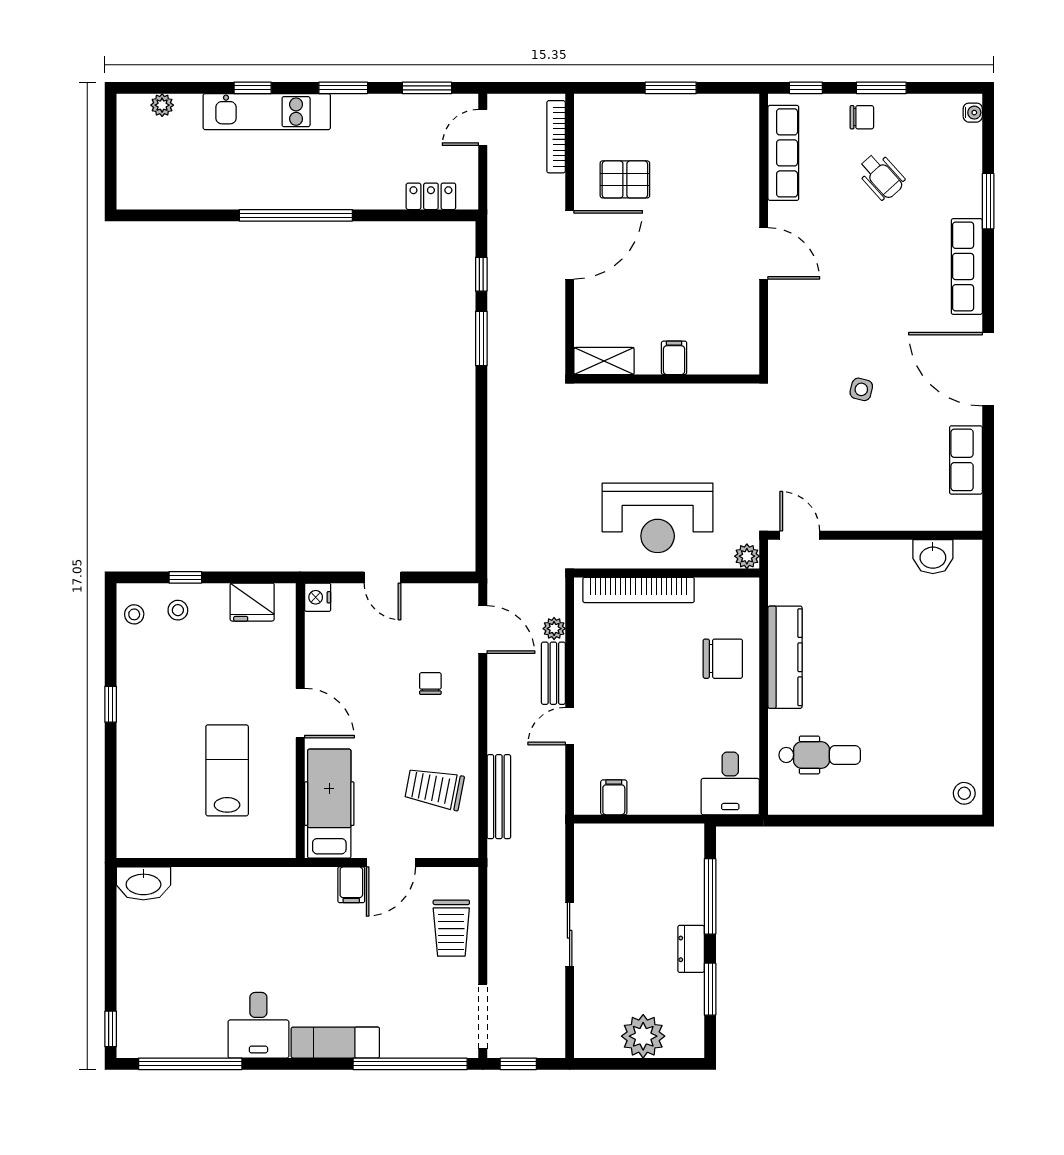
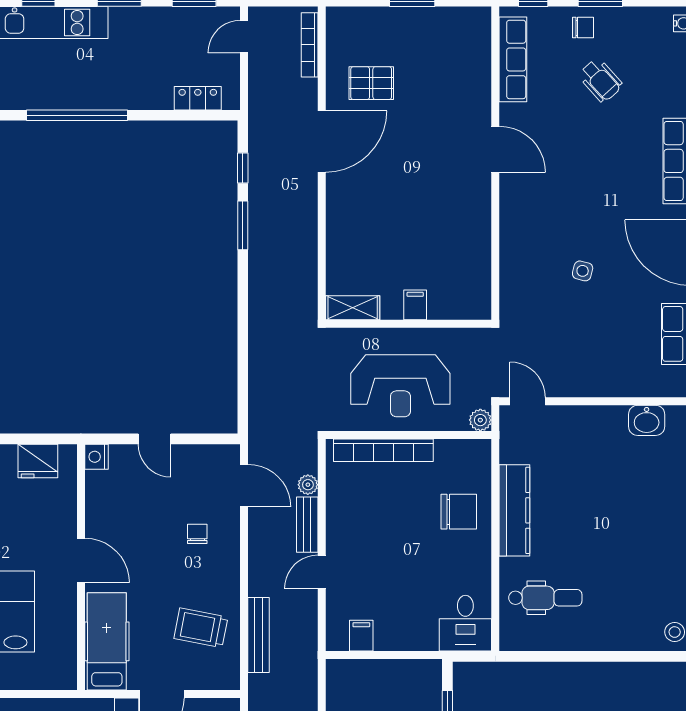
filing cabinet: (674, 358) -> (415, 305), moved
shelving: (604, 361) -> (353, 308), moved
wall: (667, 379) -> (409, 324), moved

